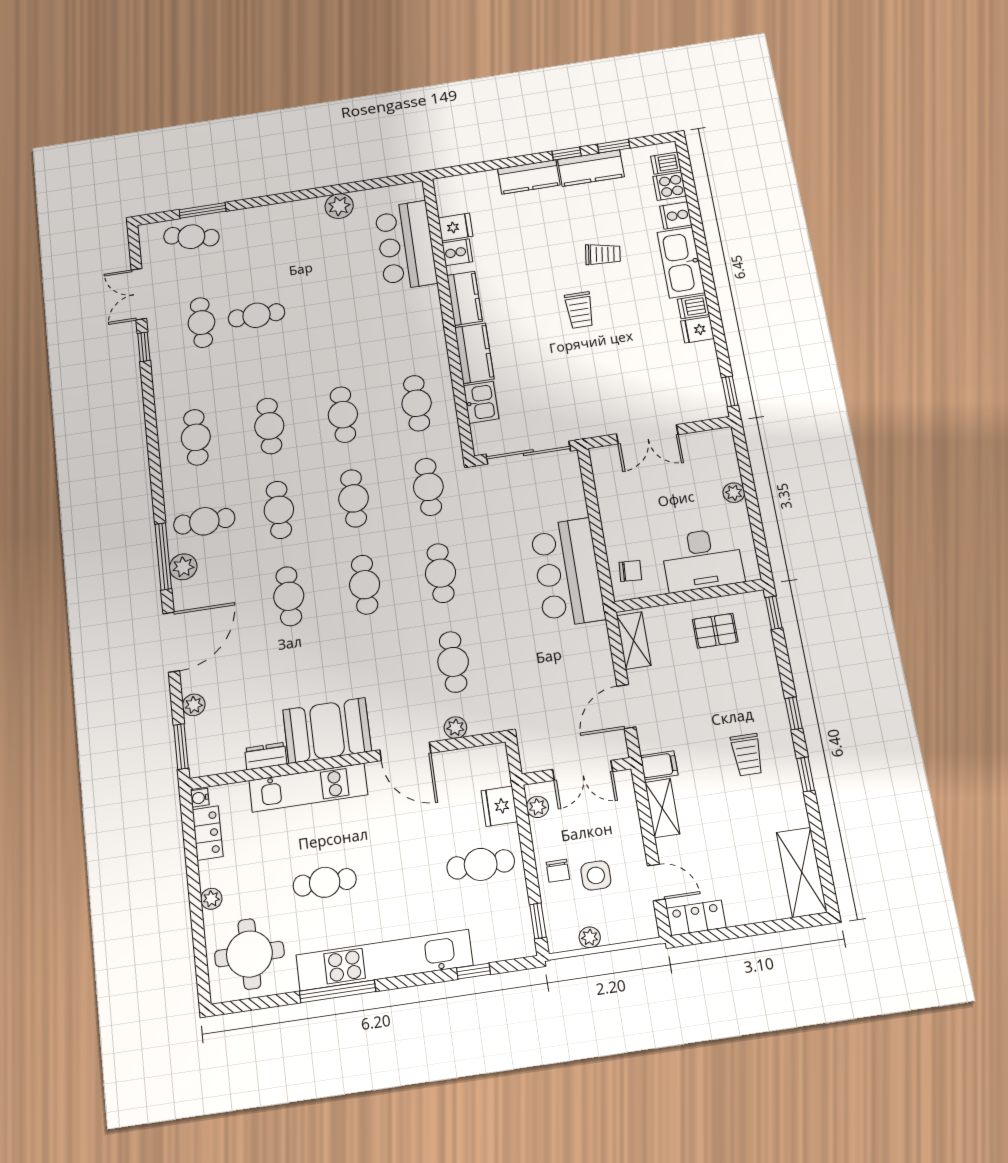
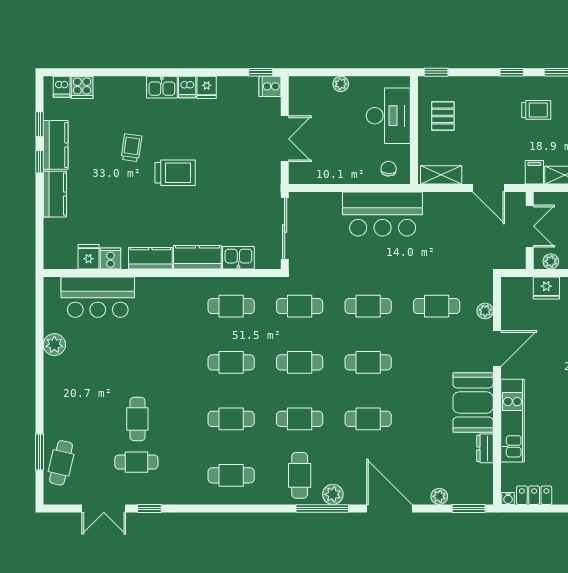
cooker: (676, 216) -> (270, 86), moved, turned 90
kitchen sink: (681, 262) -> (162, 87), width x0.53, depth x0.81
trolley: (579, 310) -> (175, 173), width x1.36, depth x1.39

